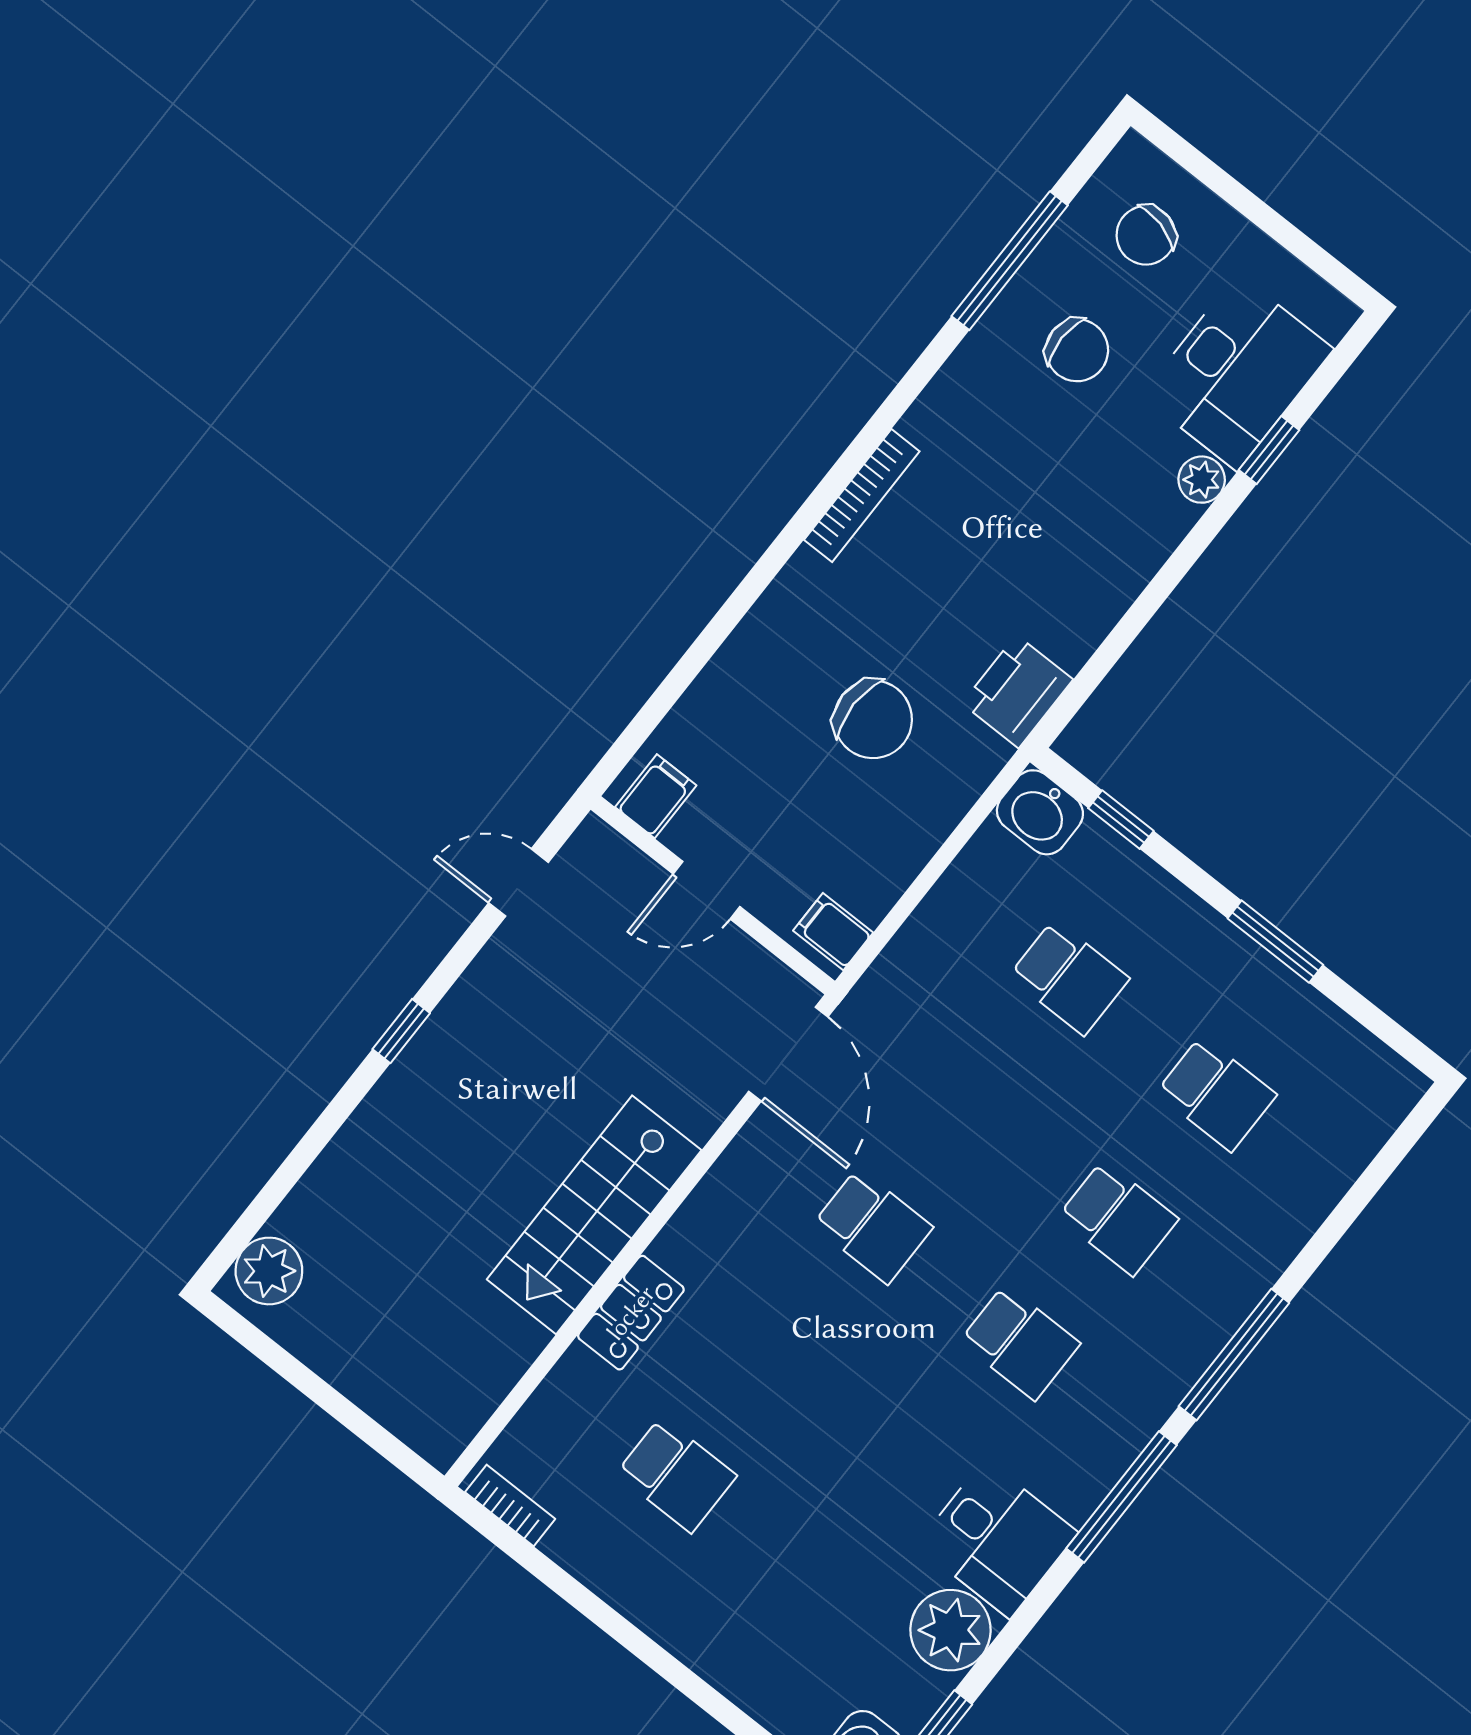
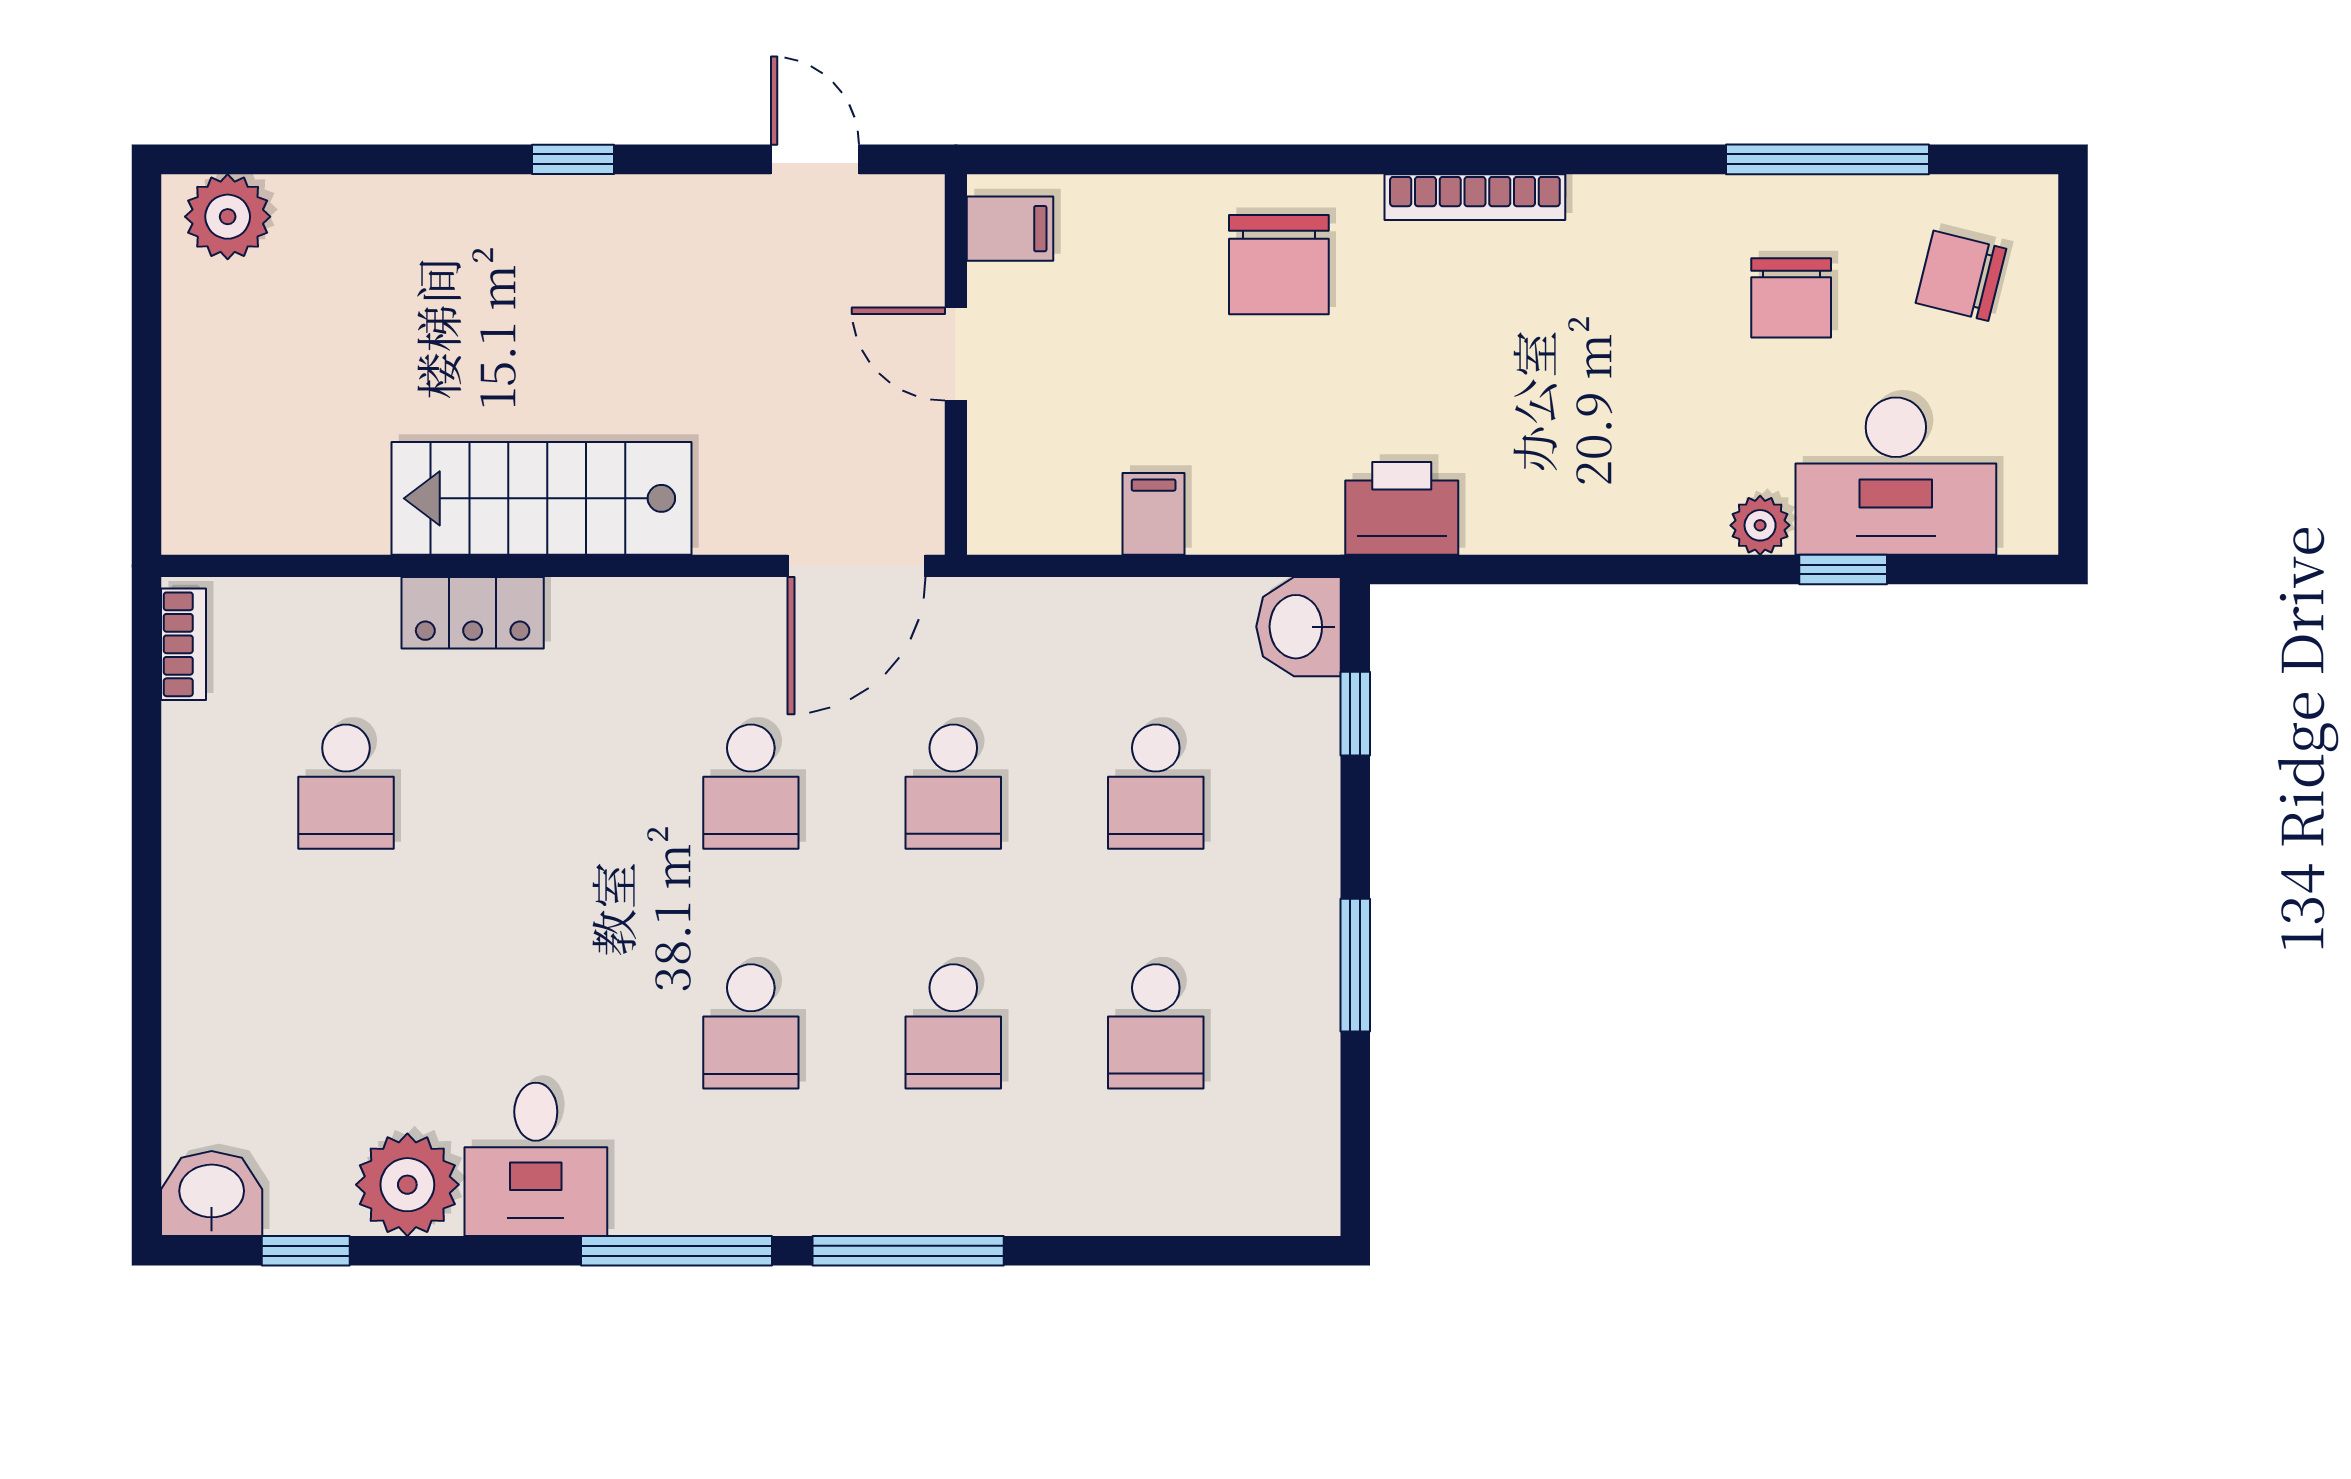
chair: (873, 719) -> (1279, 265), moved
filing cabinet: (833, 932) -> (1154, 514), moved
school desk: (971, 1102) -> (953, 787), added

